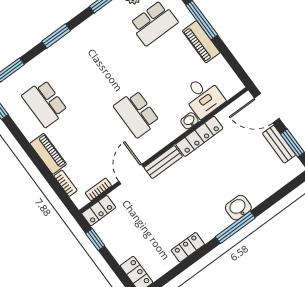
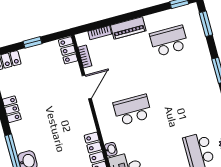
bench: (163, 162) -> (86, 116), removed
door: (131, 174) -> (87, 87), hinge flipped
window: (95, 240) -> (33, 42), moved

